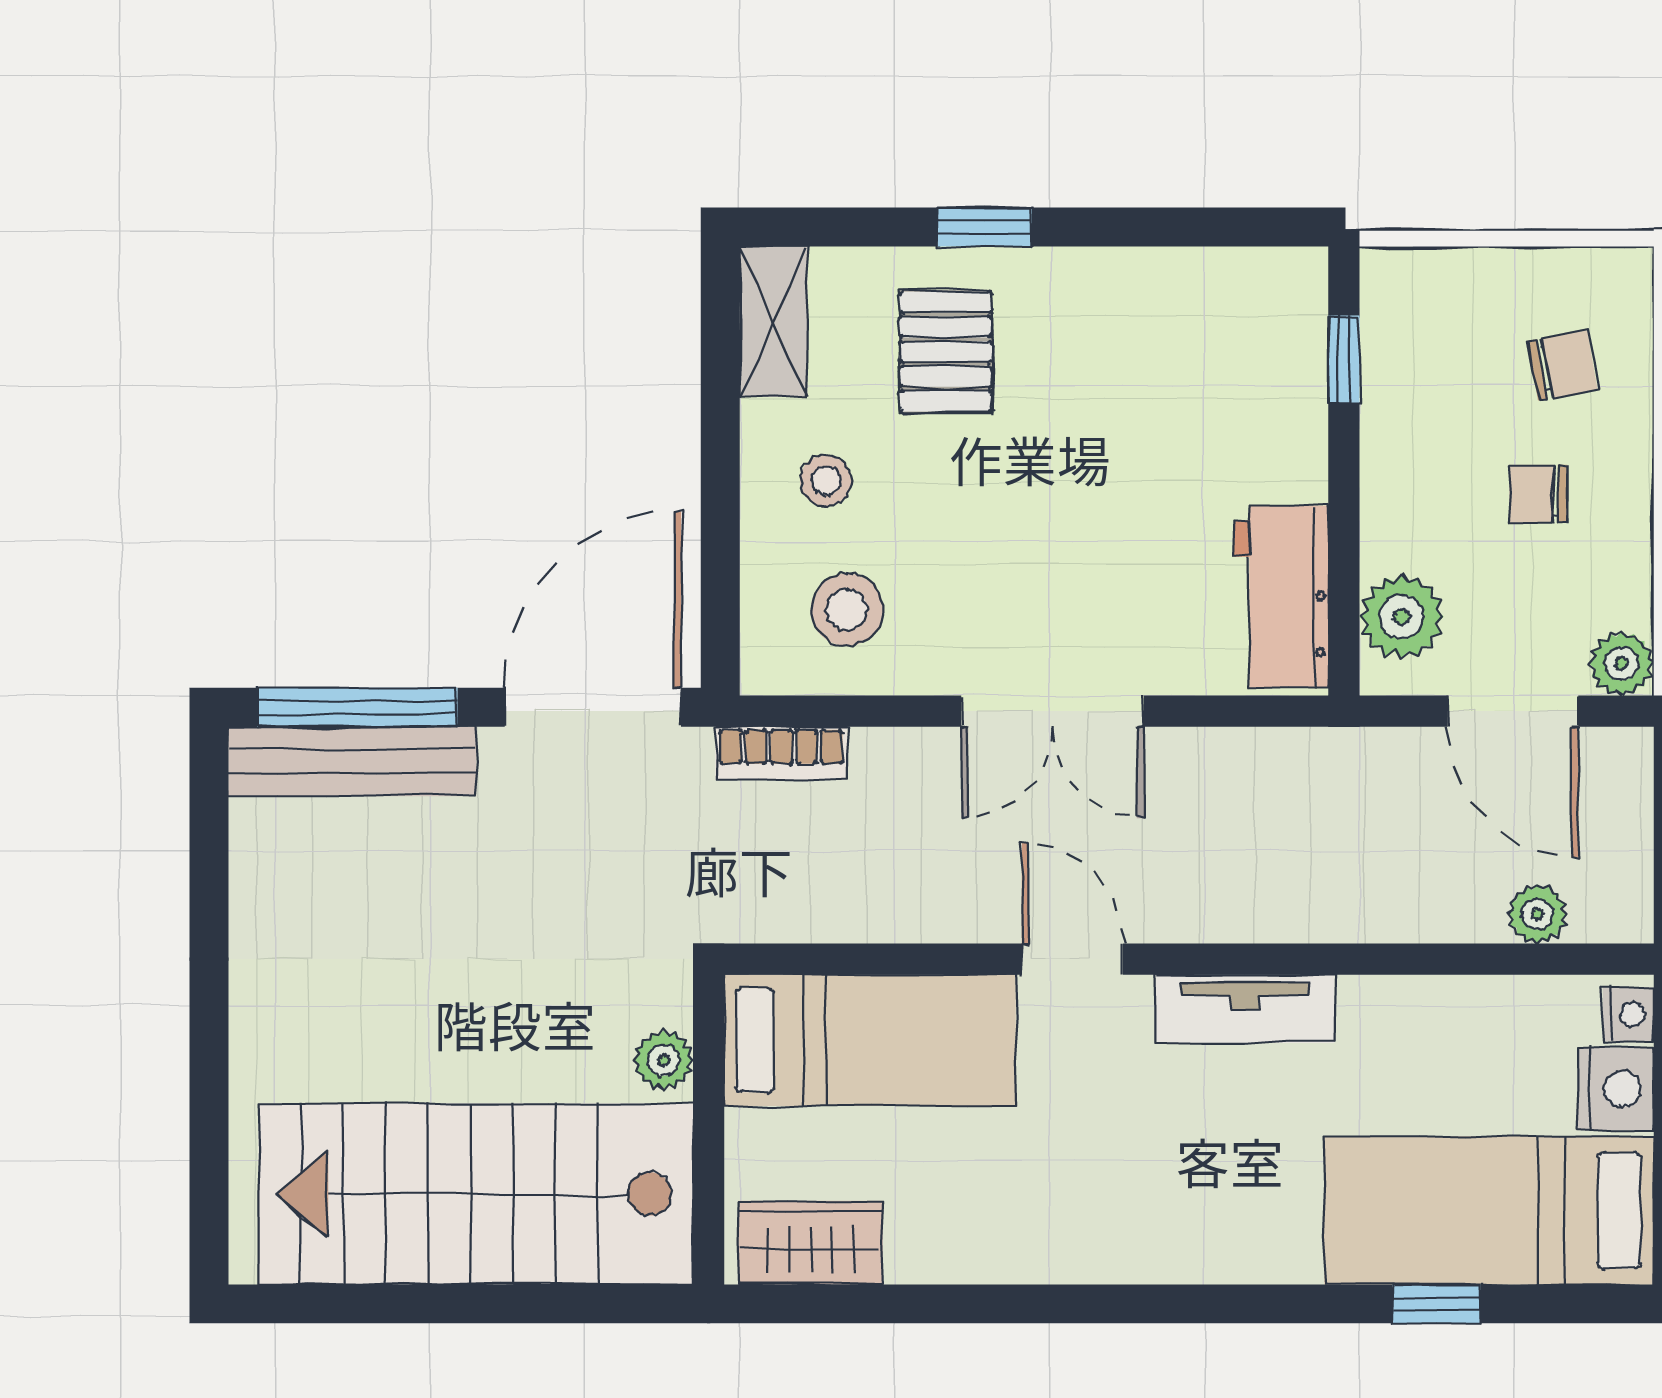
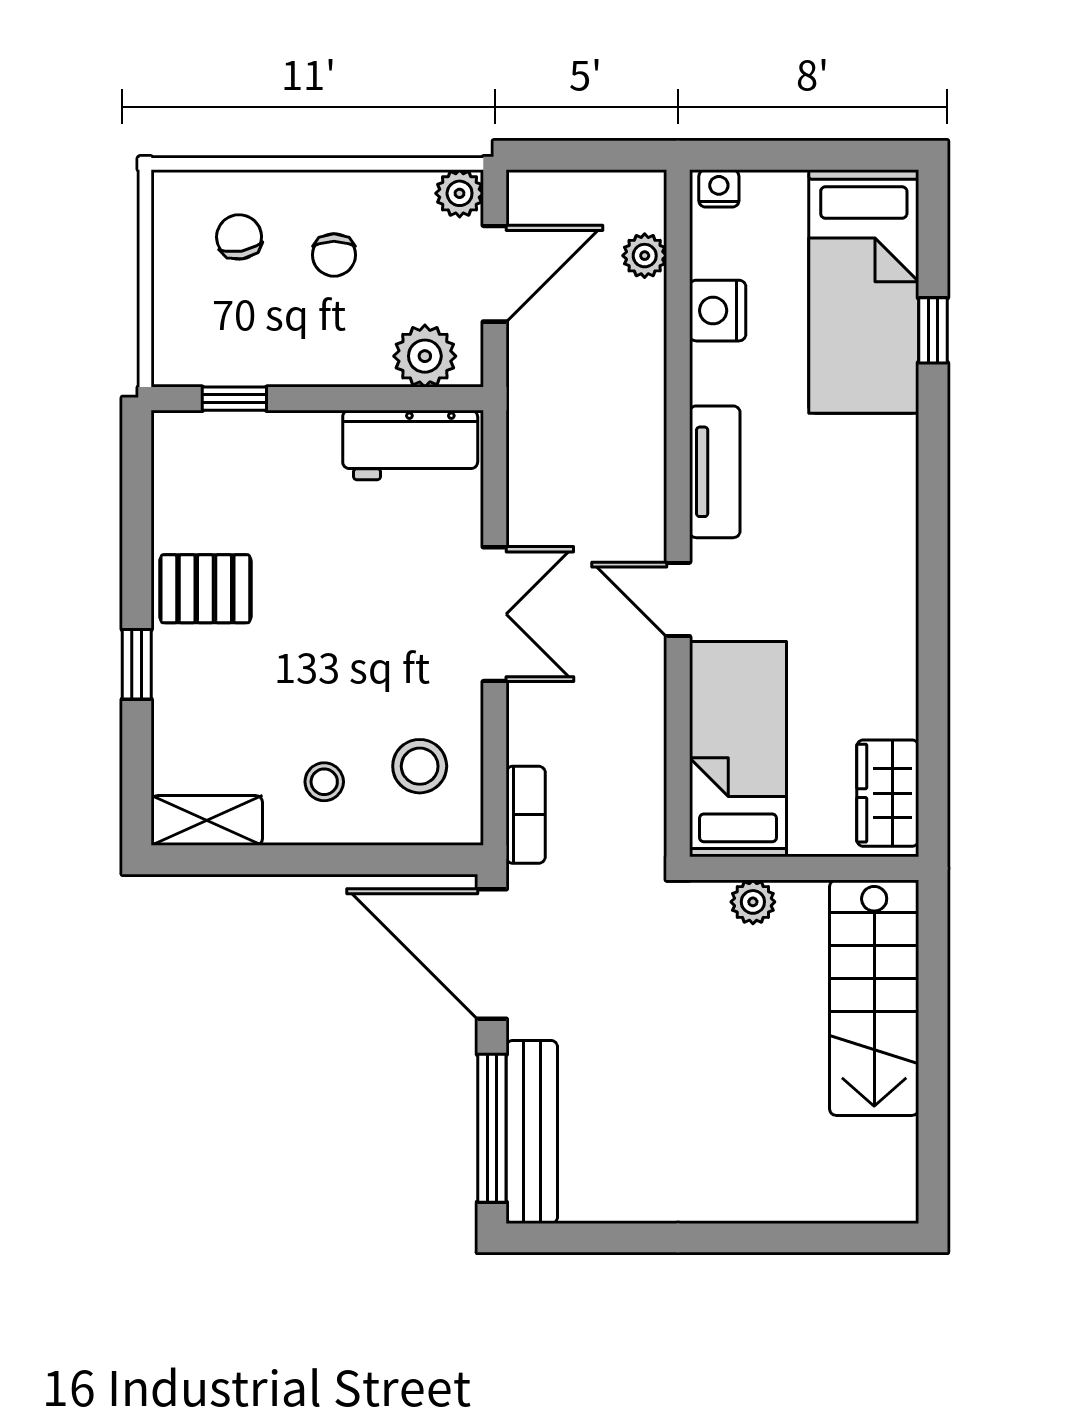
pallet: (946, 352) -> (205, 589), moved
door: (1072, 959) -> (678, 599), hinge flipped
nightstand: (1616, 1089) -> (718, 311), moved, turned -90
stairs: (476, 1194) -> (874, 998), width x0.73, depth x0.66

